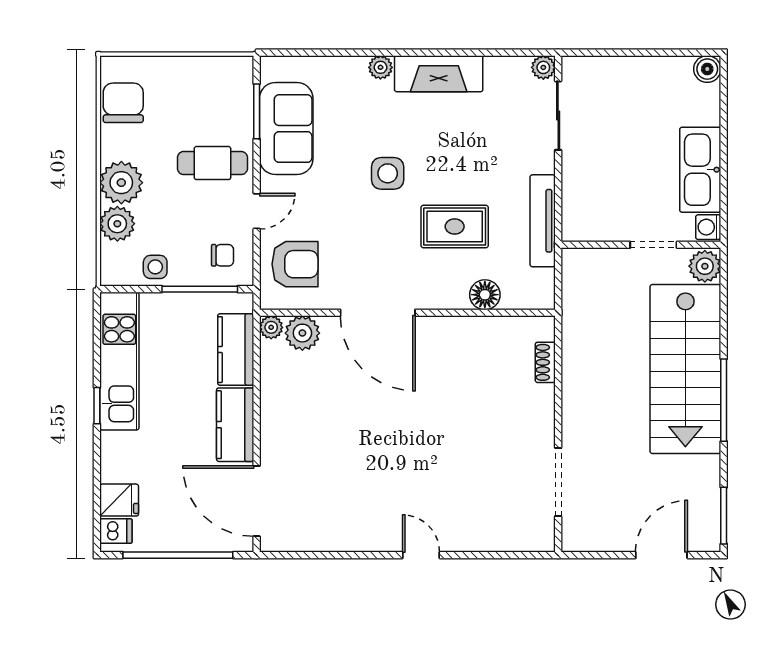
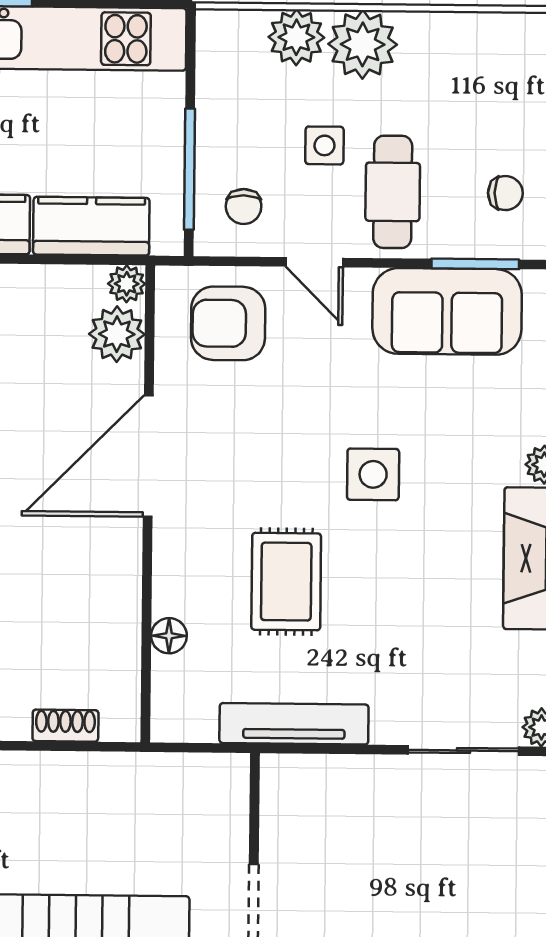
chair: (123, 103) -> (505, 193), moved, width x0.54, depth x0.54
armchair: (295, 264) -> (228, 323), turned 90
side table: (155, 267) -> (324, 145), moved
floor lamp: (485, 295) -> (169, 636), width x0.73, depth x0.73

